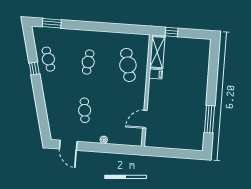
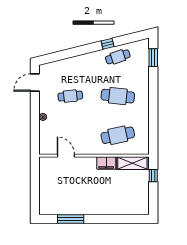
cafe table: (88, 62) -> (118, 96), width x1.37, depth x1.35
filing cabinet: (156, 74) -> (106, 163), width x2.00

